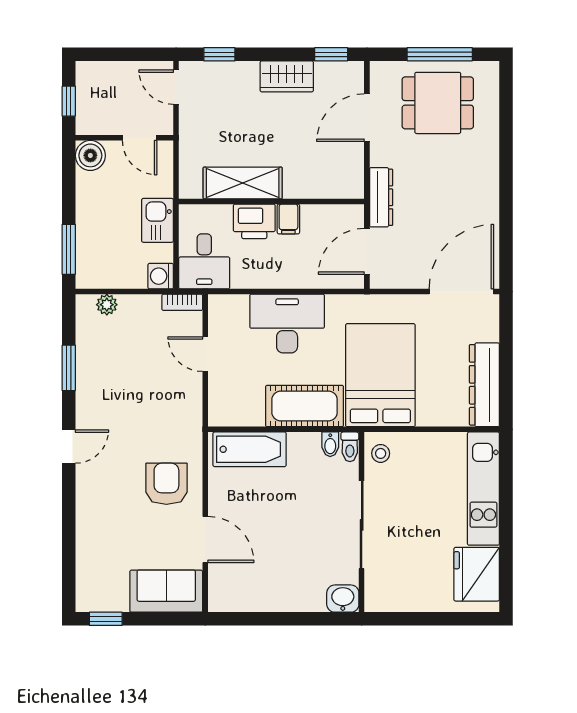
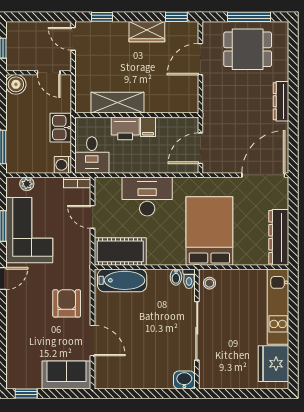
dresser: (381, 197) -> (281, 101), moved, turned 180
corner sofa: (110, 374) -> (29, 230), added
cot: (305, 406) -> (120, 251), moved

